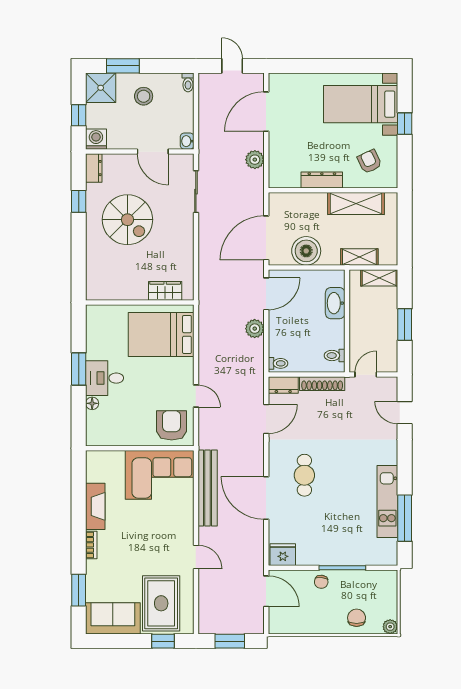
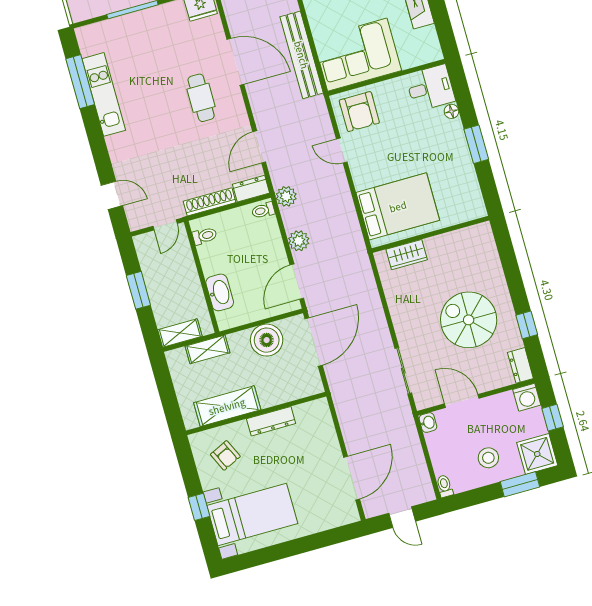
plant: (255, 160) -> (286, 196), moved
desk: (105, 378) -> (430, 88), moved

